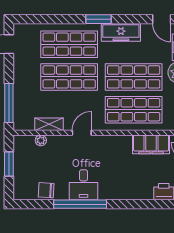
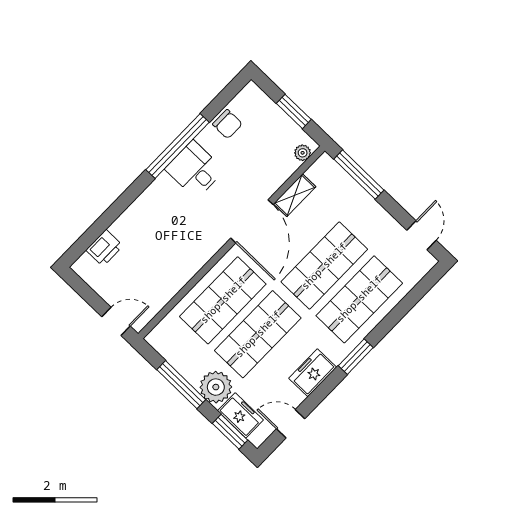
freezer: (121, 32) -> (313, 373), width x0.71
door: (82, 133) -> (252, 221), width x1.87
plant: (41, 140) -> (303, 153), moved
filing cabinet: (151, 144) -> (168, 283), removed
chair: (46, 190) -> (227, 124), turned 87

